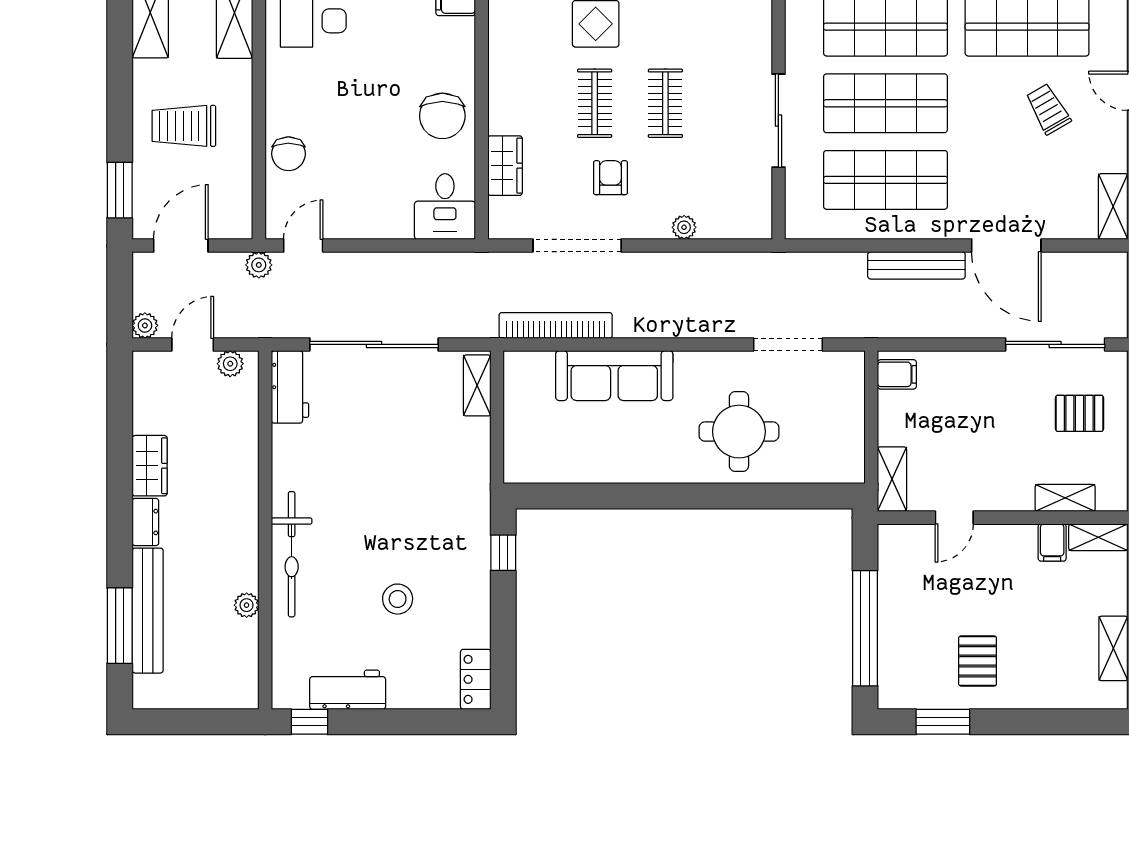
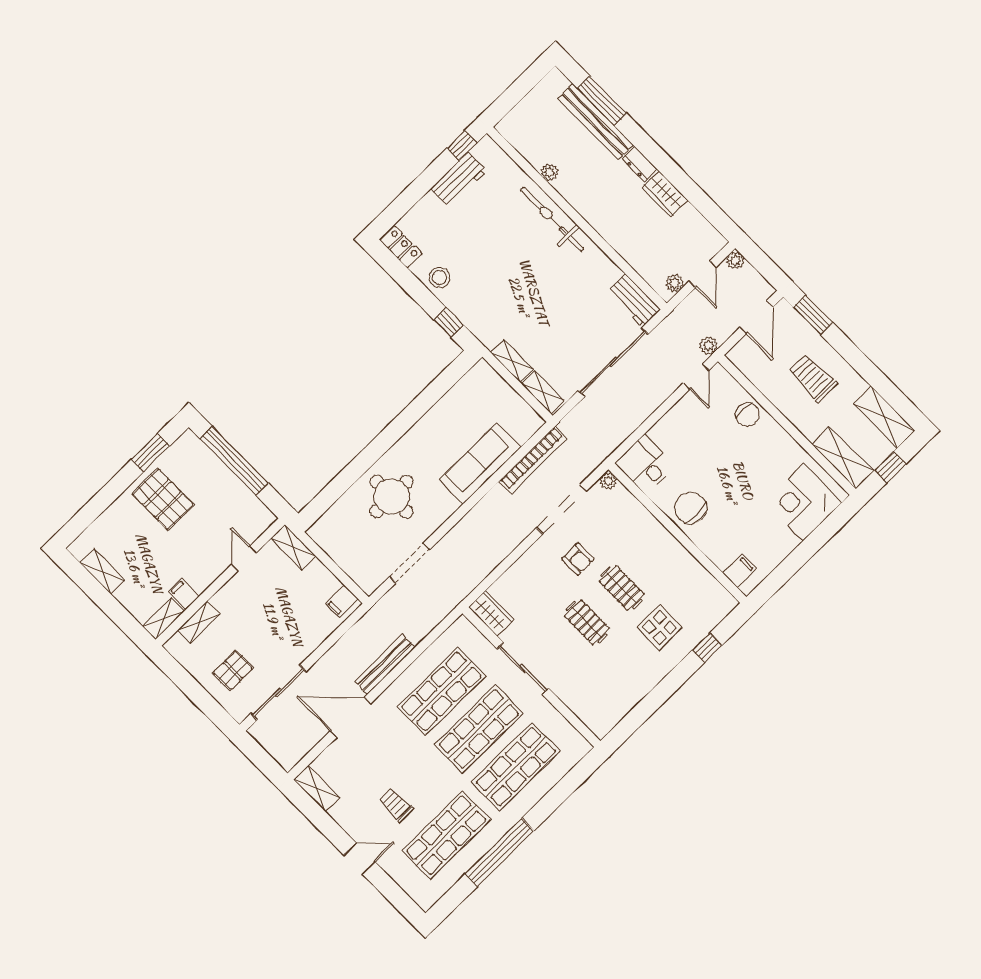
trolley: (1048, 109) -> (396, 805), turned -150
trolley: (184, 126) -> (813, 378), turned -90
chair: (288, 154) -> (748, 415), turned 180
wardrobe: (505, 166) -> (491, 613), moved, turned 180
plant: (684, 227) -> (608, 481), moved
shelving: (477, 449) -> (512, 361), added
stool: (398, 599) -> (440, 277), moved
pallet: (978, 661) -> (163, 499), width x1.50, depth x1.42

